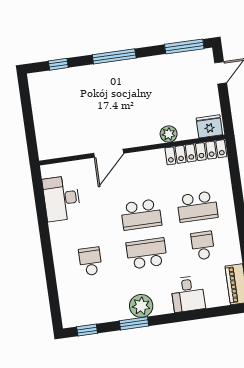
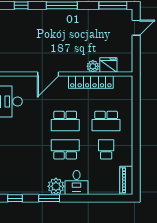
fridge: (209, 126) -> (108, 65), moved
locker: (196, 152) -> (91, 82), moved
school desk: (90, 261) -> (24, 149), removed
desk: (188, 294) -> (77, 182), moved

